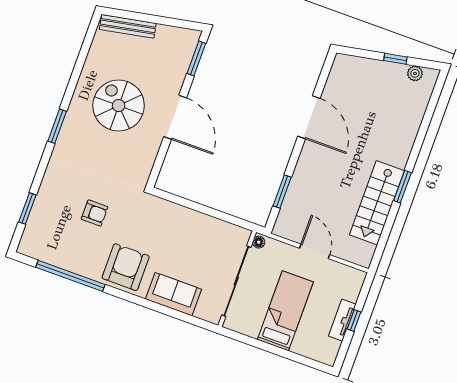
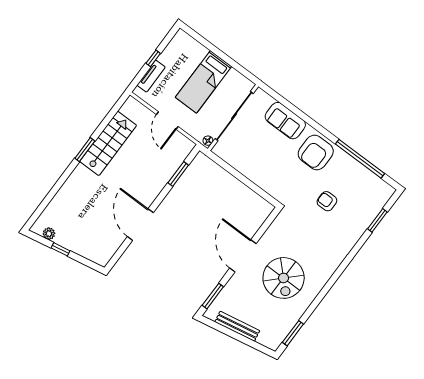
bench: (128, 26) -> (237, 326), moved
window: (57, 126) -> (293, 333), moved
tv unit: (342, 320) -> (151, 76), moved

